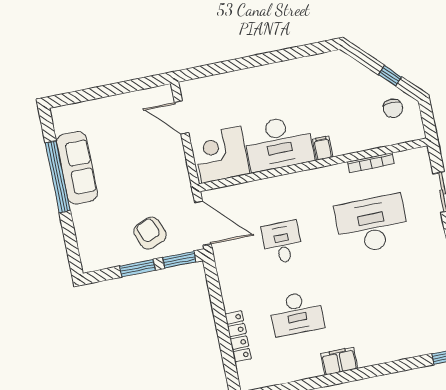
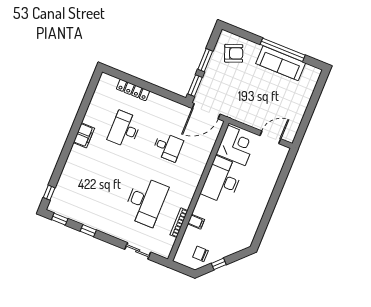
filing cabinet: (323, 148) -> (196, 222), moved
armchair: (150, 233) -> (234, 53), moved

